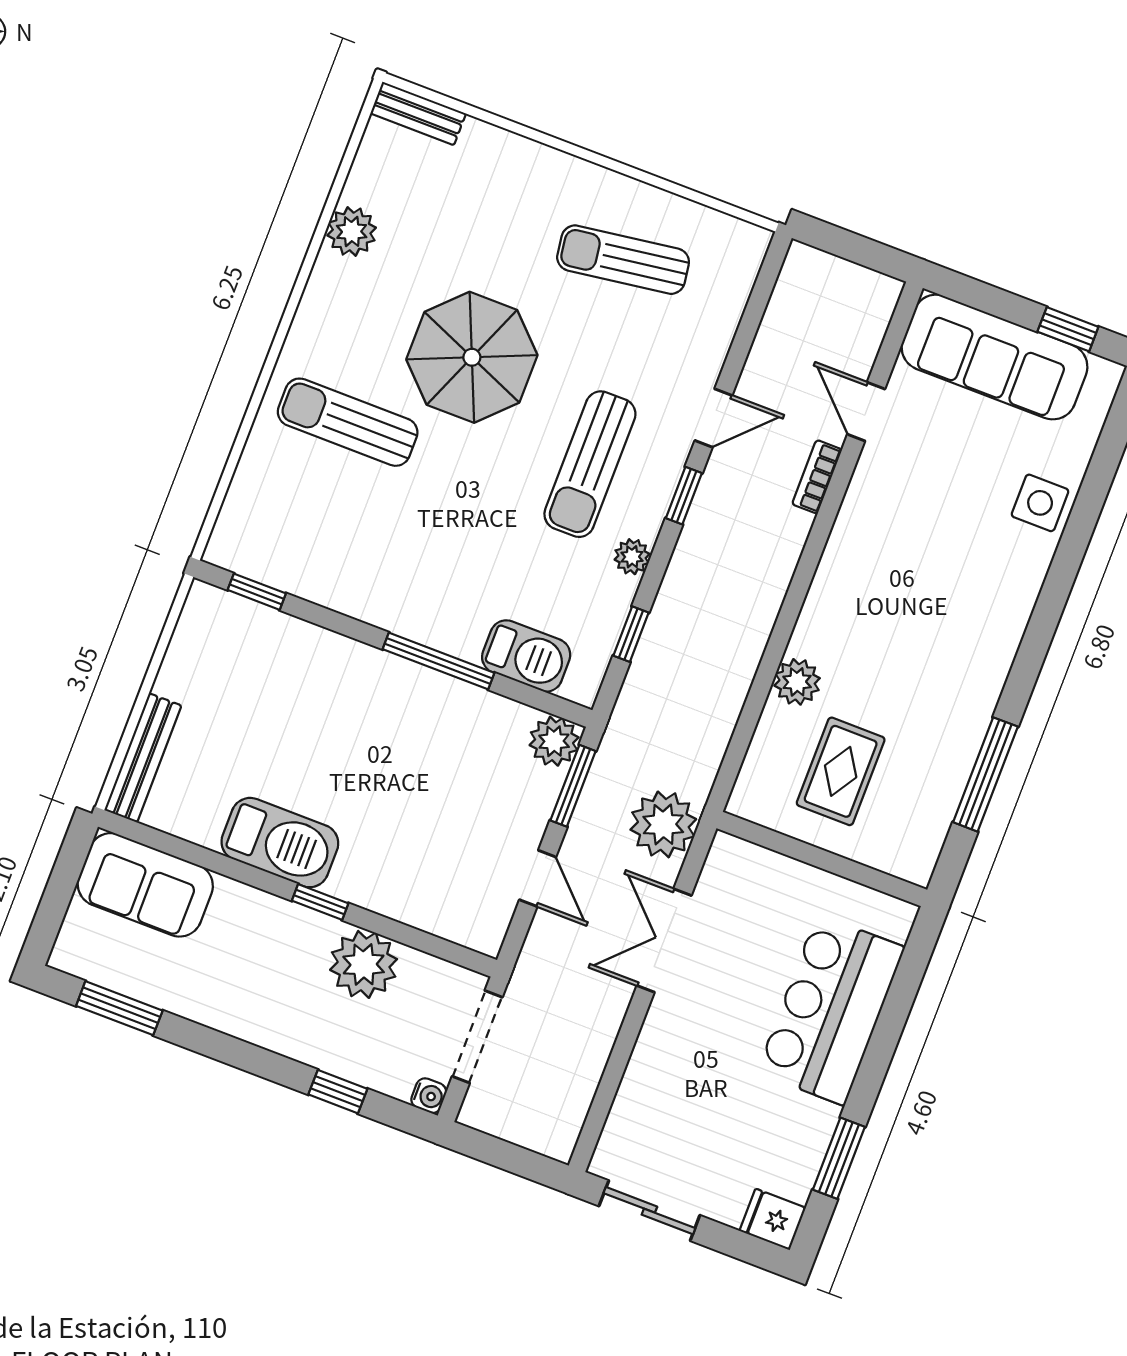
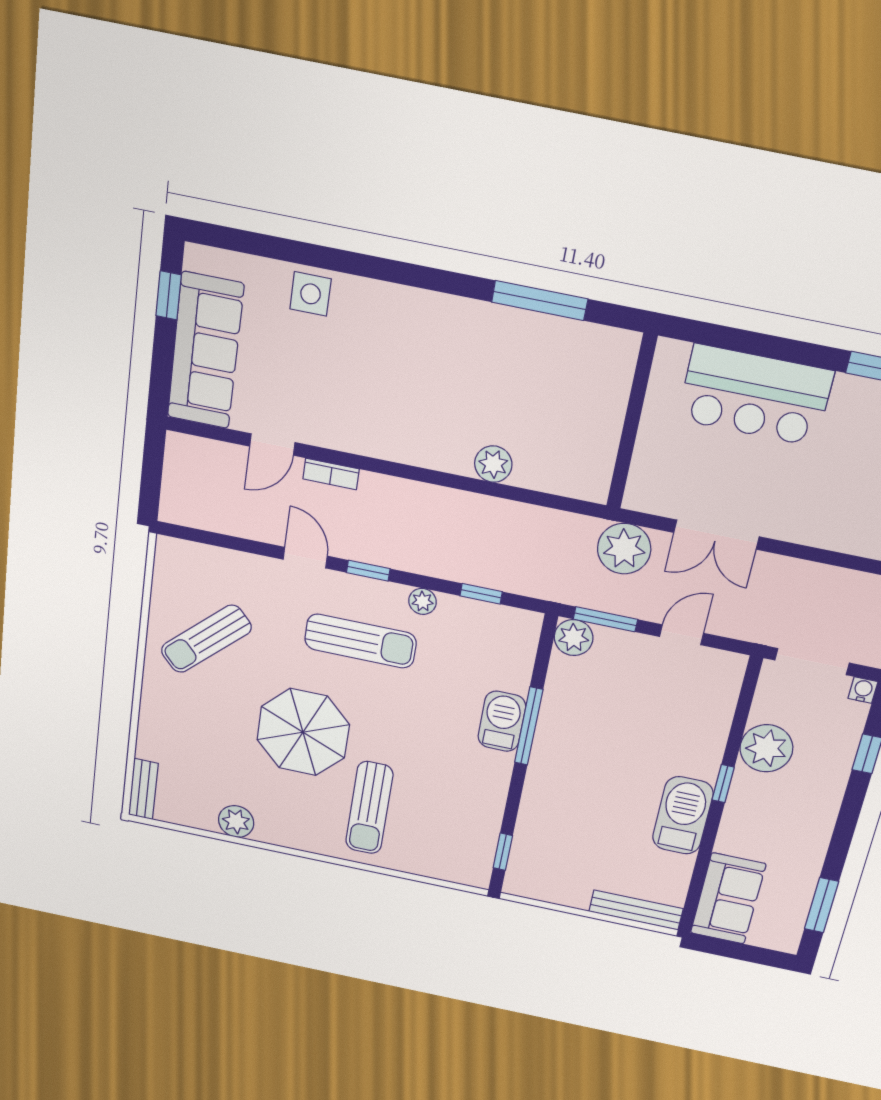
sun lounger: (623, 260) -> (206, 639), turned 55
barbecue: (526, 656) -> (502, 721), moved
rug: (841, 771) -> (558, 419), removed

